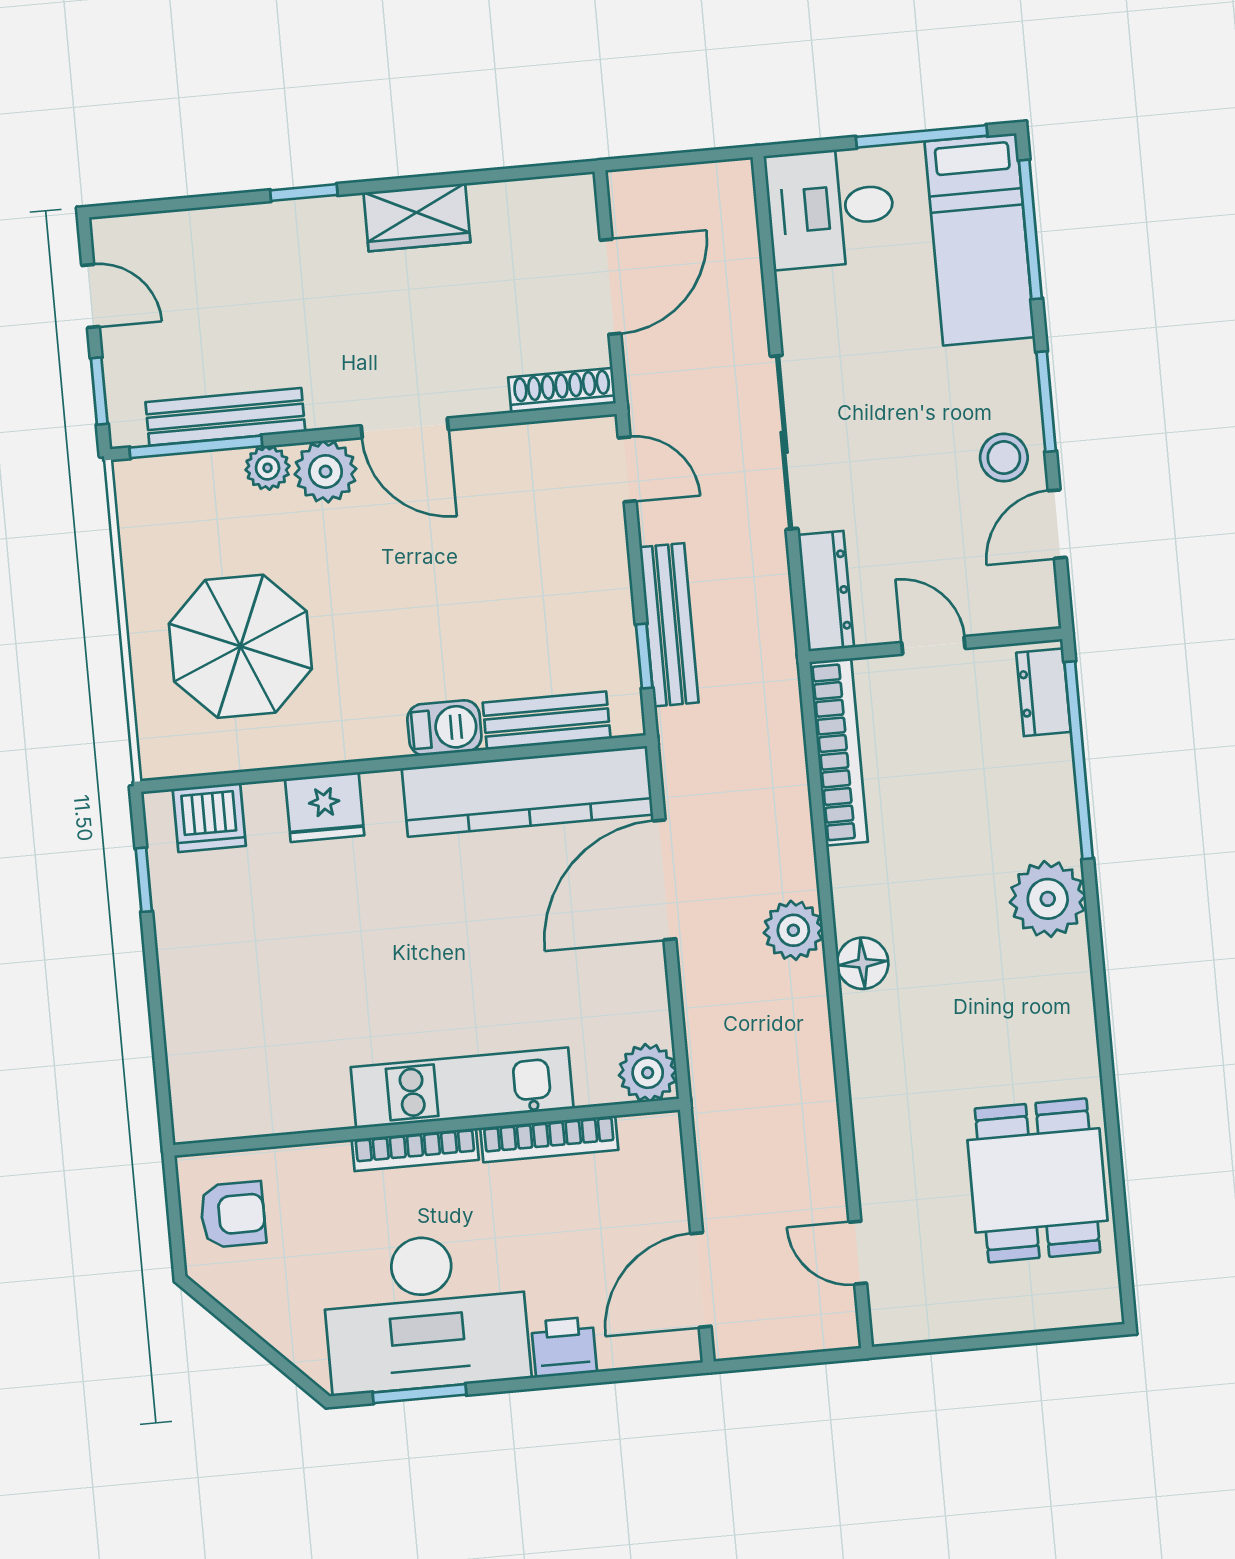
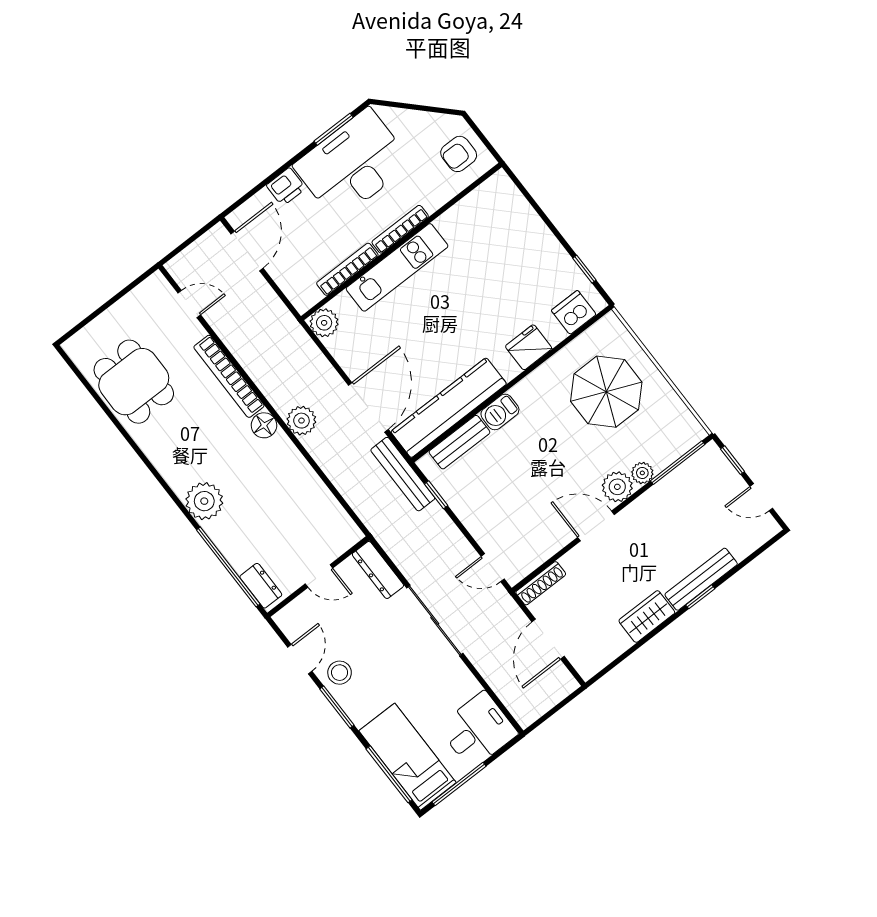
bench: (225, 417) -> (701, 579), moved
bench: (669, 625) -> (403, 474), moved
bookcase: (839, 752) -> (229, 376), moved

